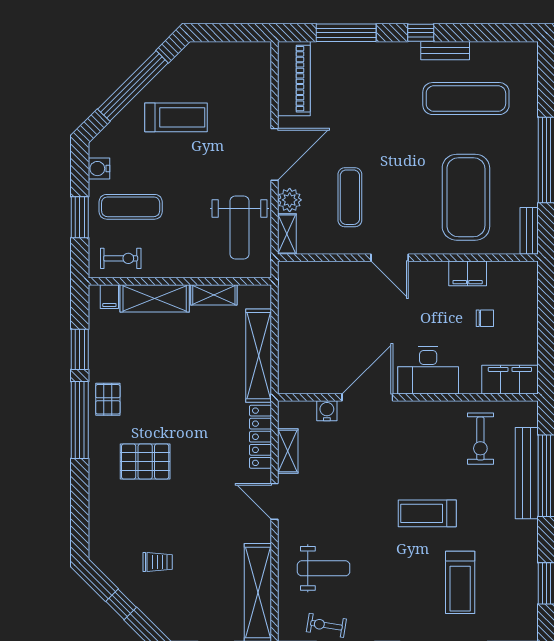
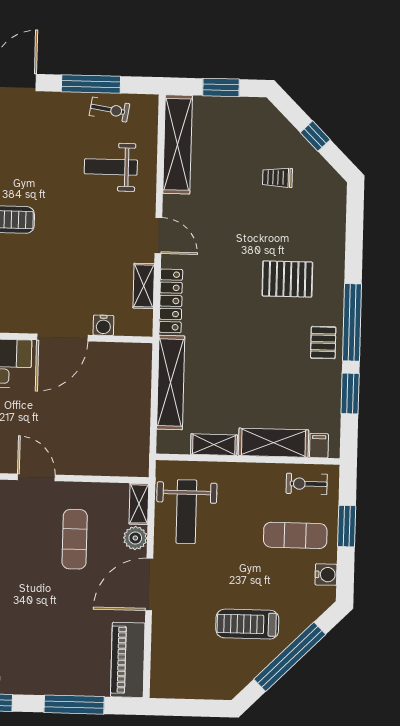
weight bench: (239, 228) -> (186, 512), turned 180

